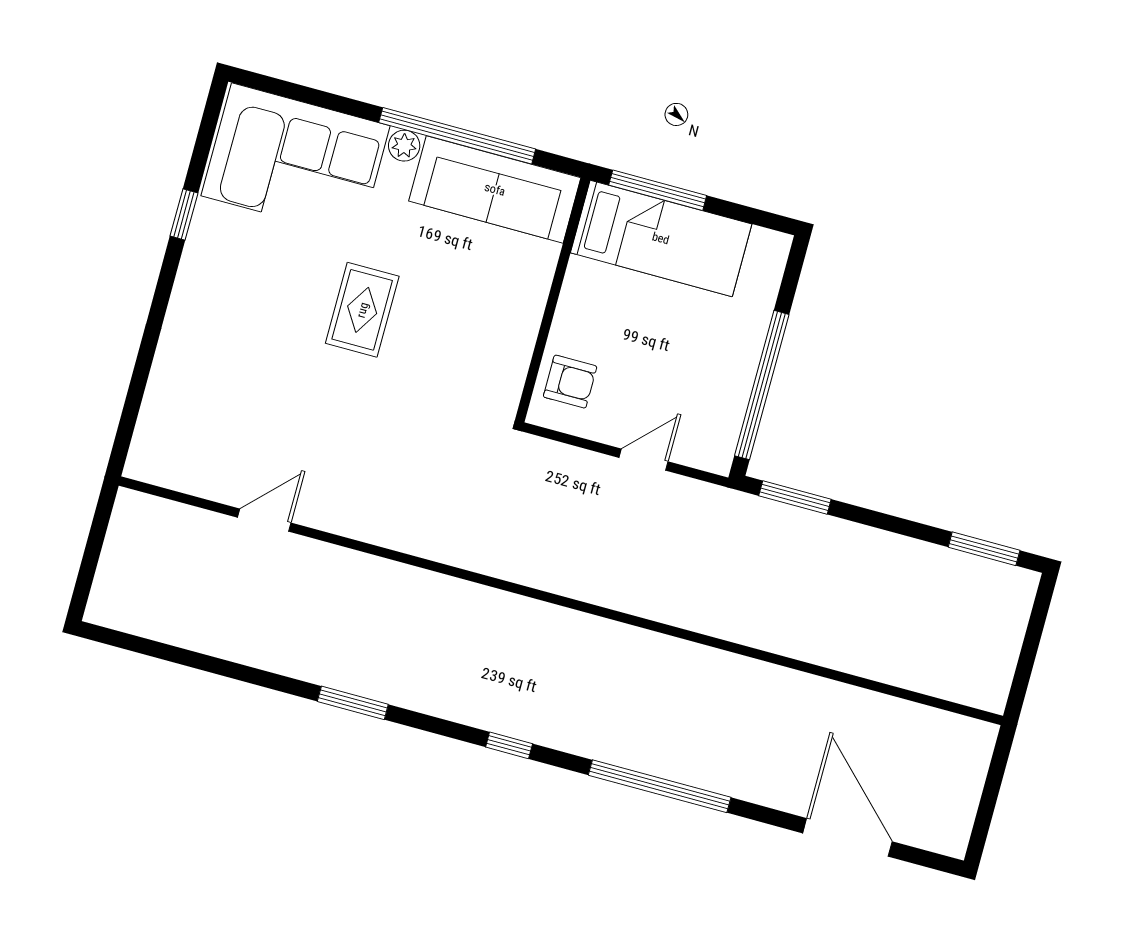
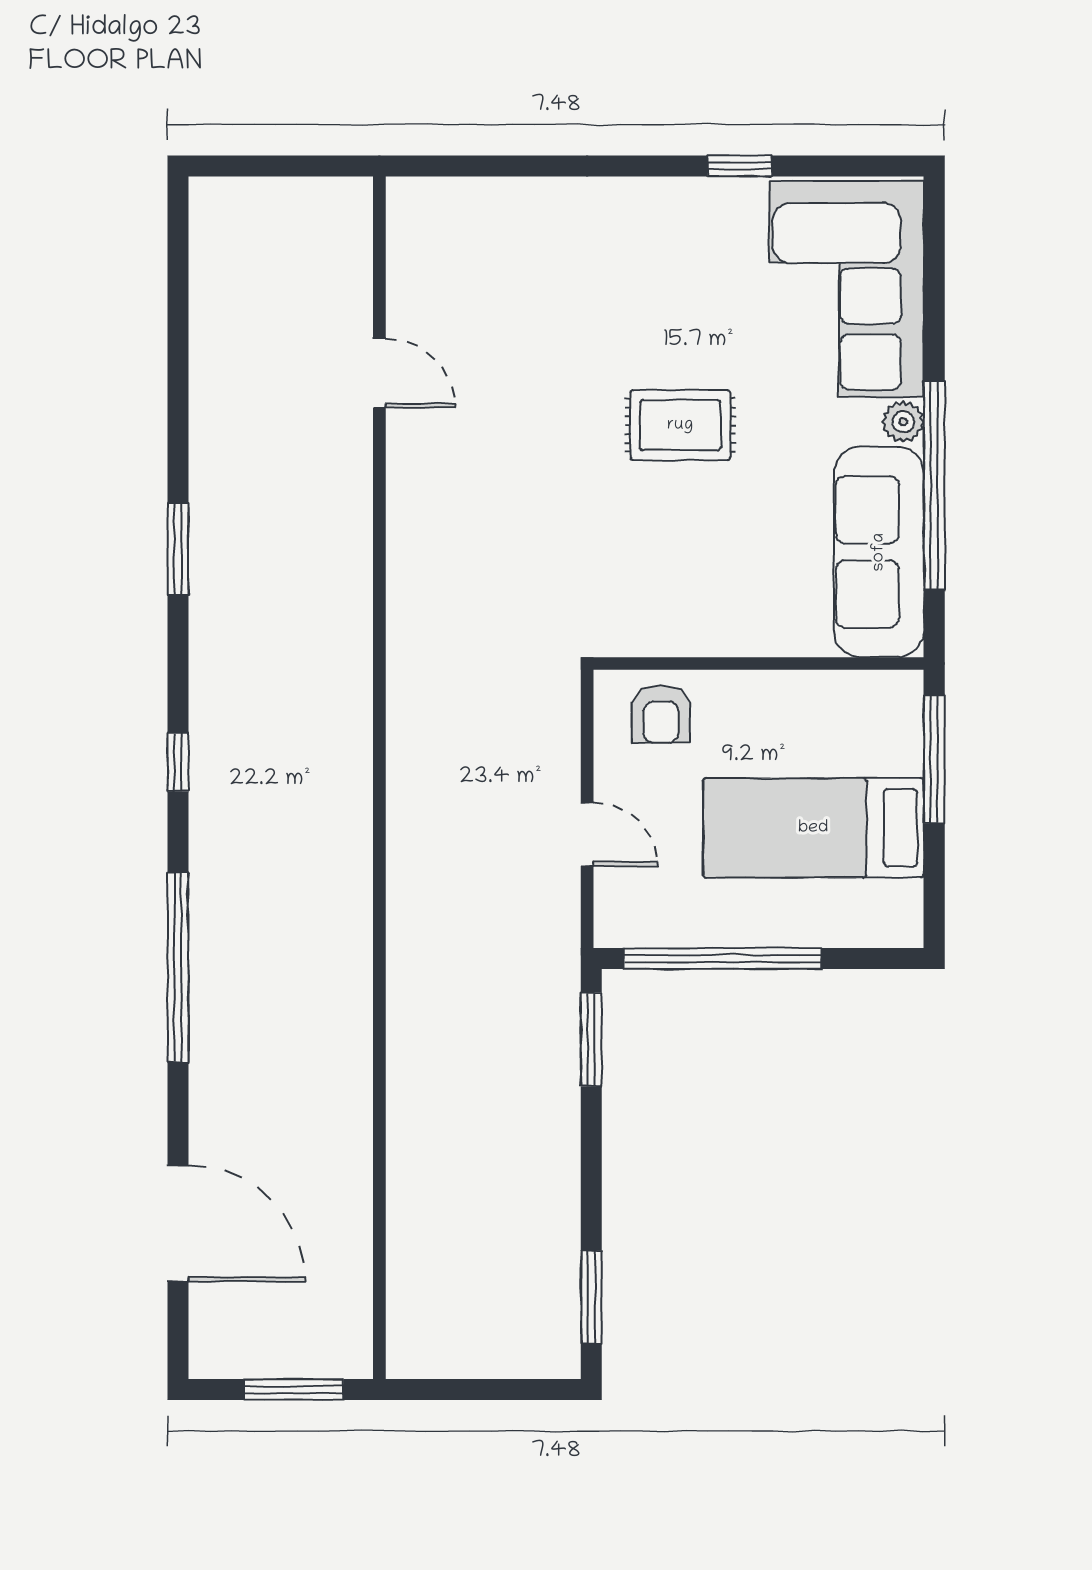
bed: (661, 238) -> (813, 828), moved, turned 90
window: (992, 786) -> (293, 1390), added
door: (847, 837) -> (178, 1223), hinge flipped

